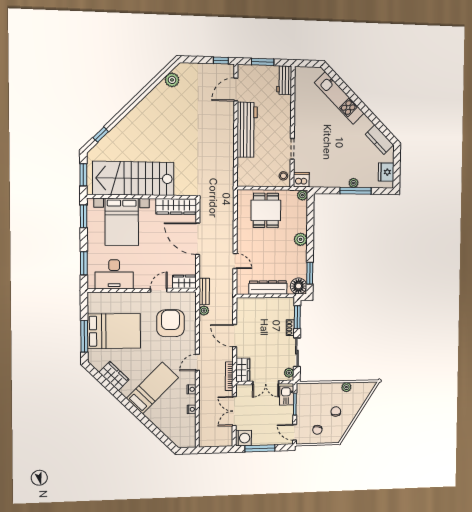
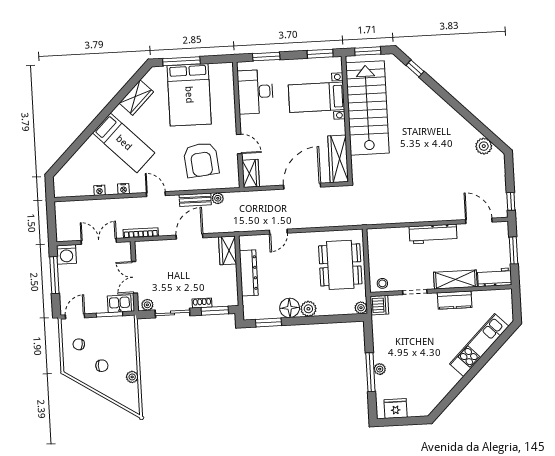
shelving: (284, 114) -> (455, 280), added
workbench: (247, 130) -> (433, 234), width x0.73, depth x0.76
kitchen counter: (379, 140) -> (455, 300), moved, turned -135
dining table: (266, 210) -> (340, 265), width x1.37
bed with nightstands: (122, 222) -> (316, 97), width x0.73
floor lamp: (299, 286) -> (290, 308), moved
bench: (204, 291) -> (195, 200), moved
armchair: (171, 323) -> (201, 160), turned 84
wardrobe: (243, 370) -> (228, 250), moved, turned 90

